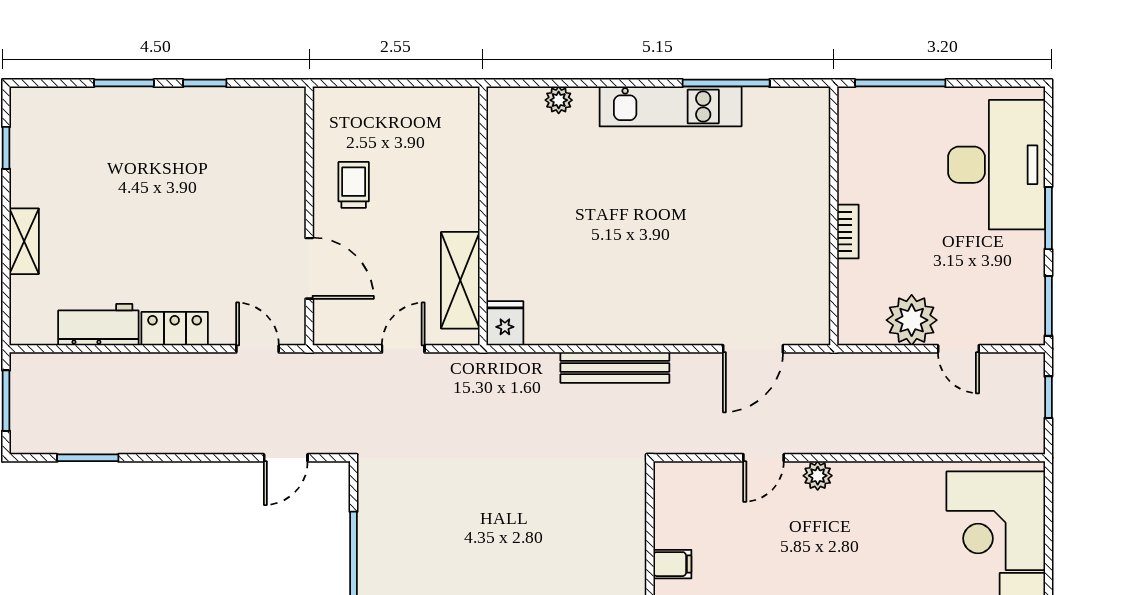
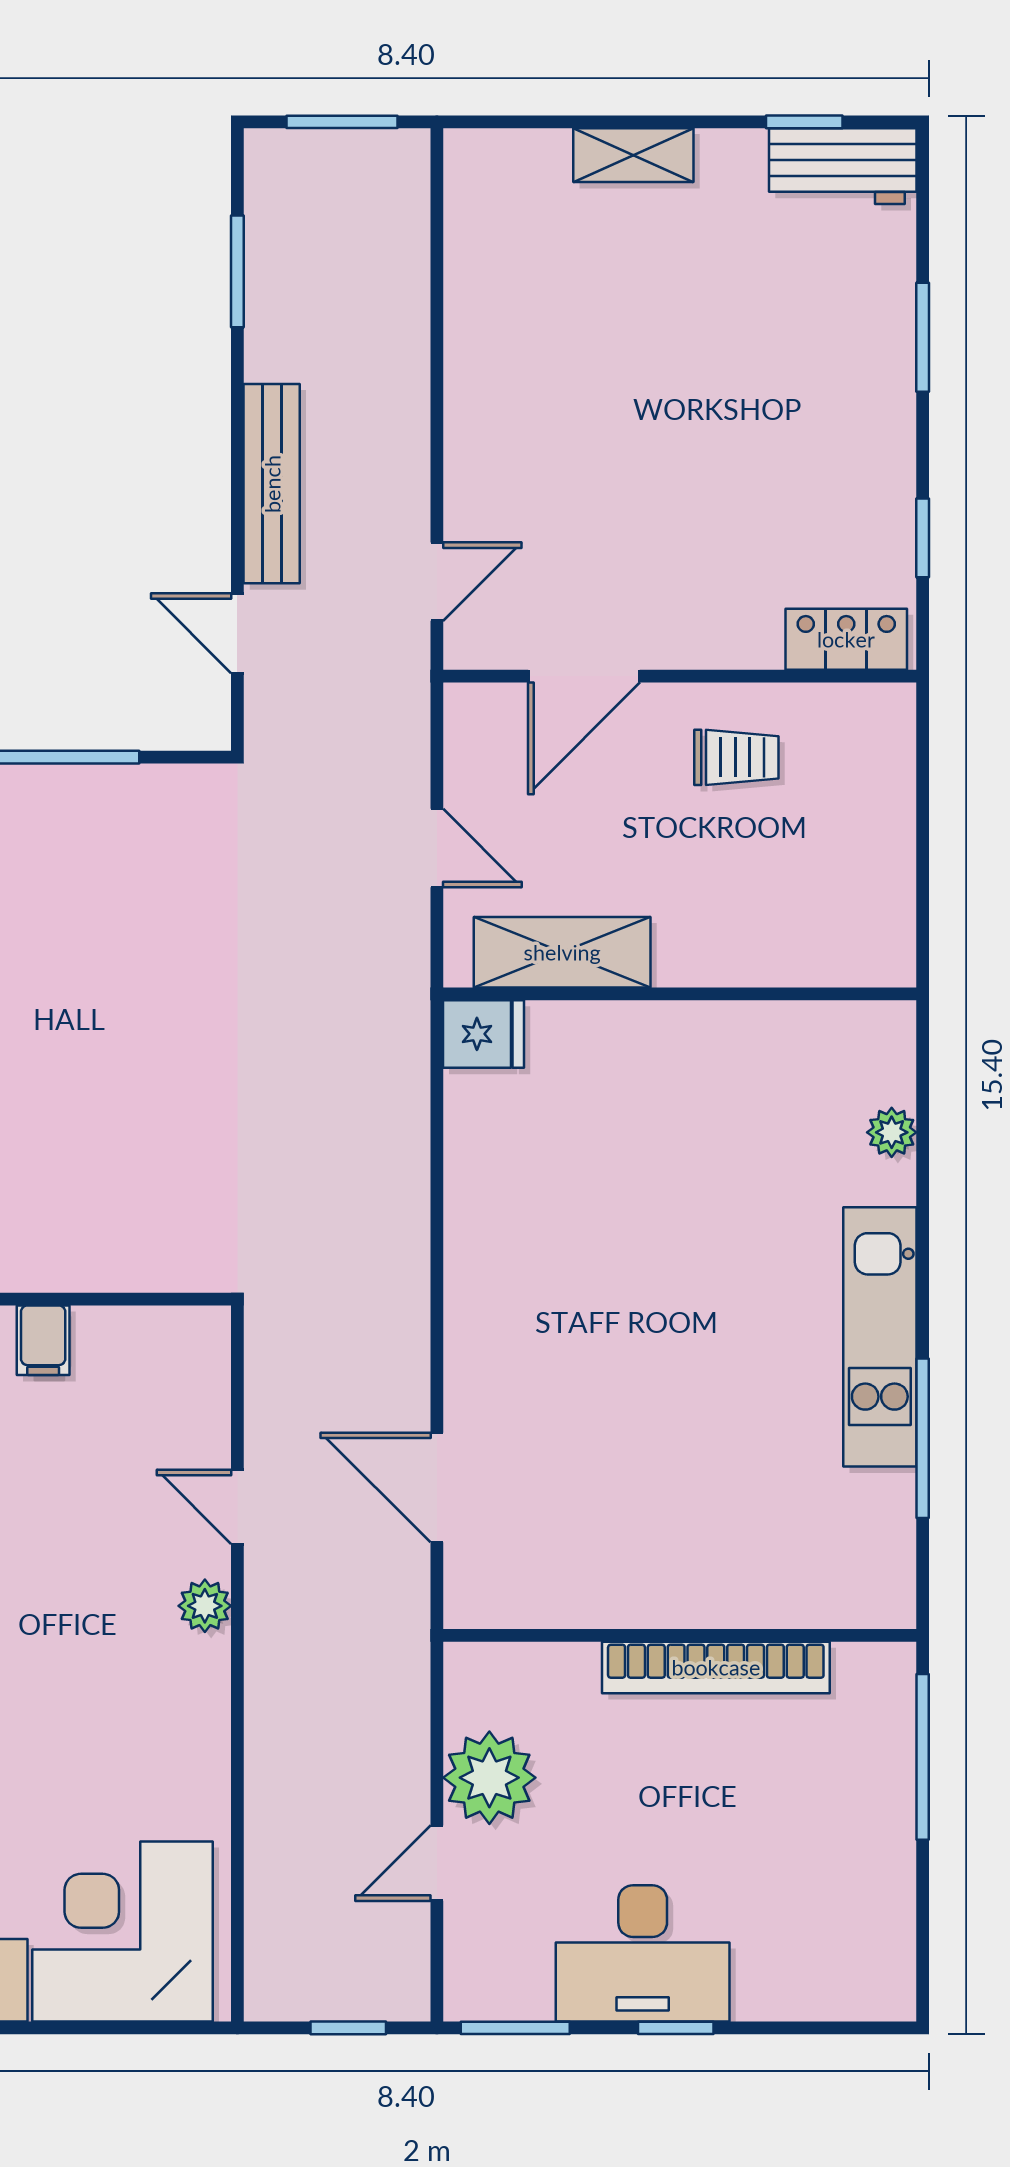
window: (205, 83) -> (923, 538), moved
desk: (997, 165) -> (643, 1953), moved, width x0.73, depth x0.77
window: (1048, 218) -> (676, 2028), width x0.67
bookcase: (848, 232) -> (716, 1667), width x2.31, depth x1.31
workbench: (98, 325) -> (843, 166), moved, turned 90
locker: (175, 329) -> (846, 639), moved, turned -90
bench: (615, 367) -> (272, 484), moved

